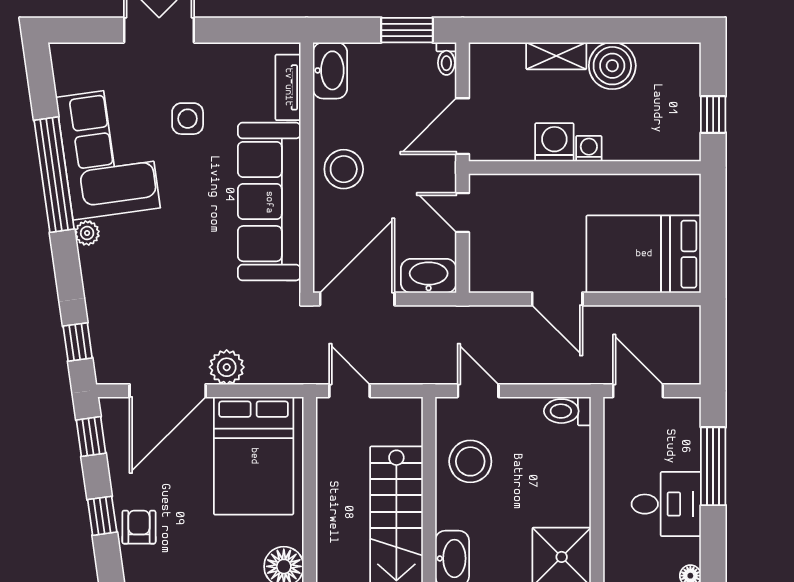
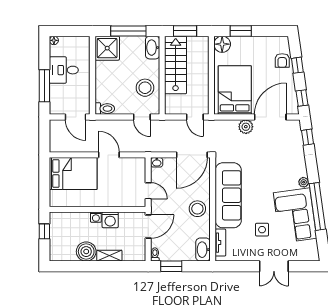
washbasin: (429, 276) -> (157, 162), width x0.52, depth x0.69

